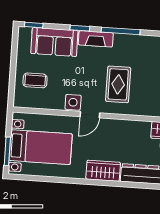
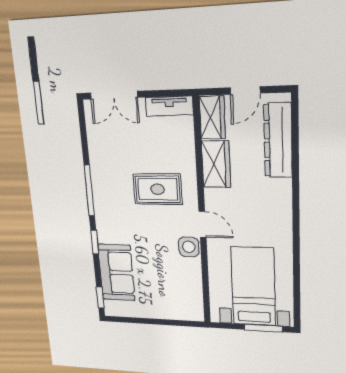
fireplace: (96, 39) -> (104, 222), removed
coffee table: (35, 80) -> (167, 295), removed
wardrobe: (103, 171) -> (216, 164), moved, turned 180

